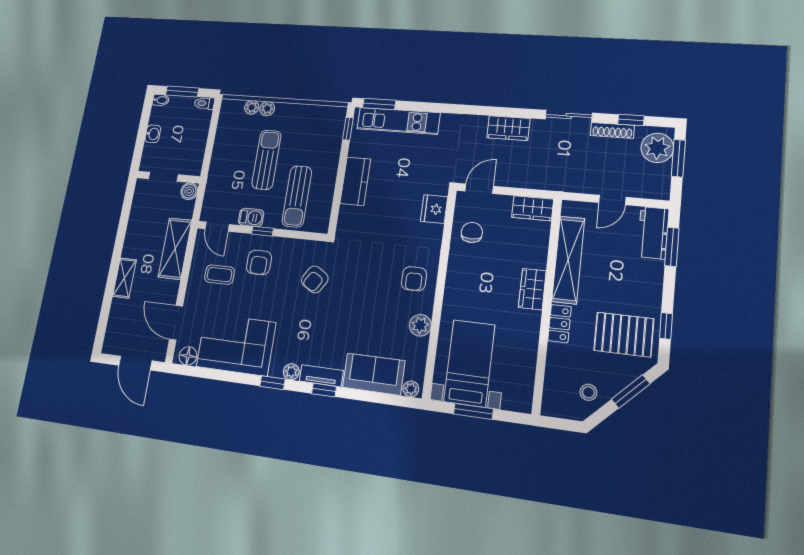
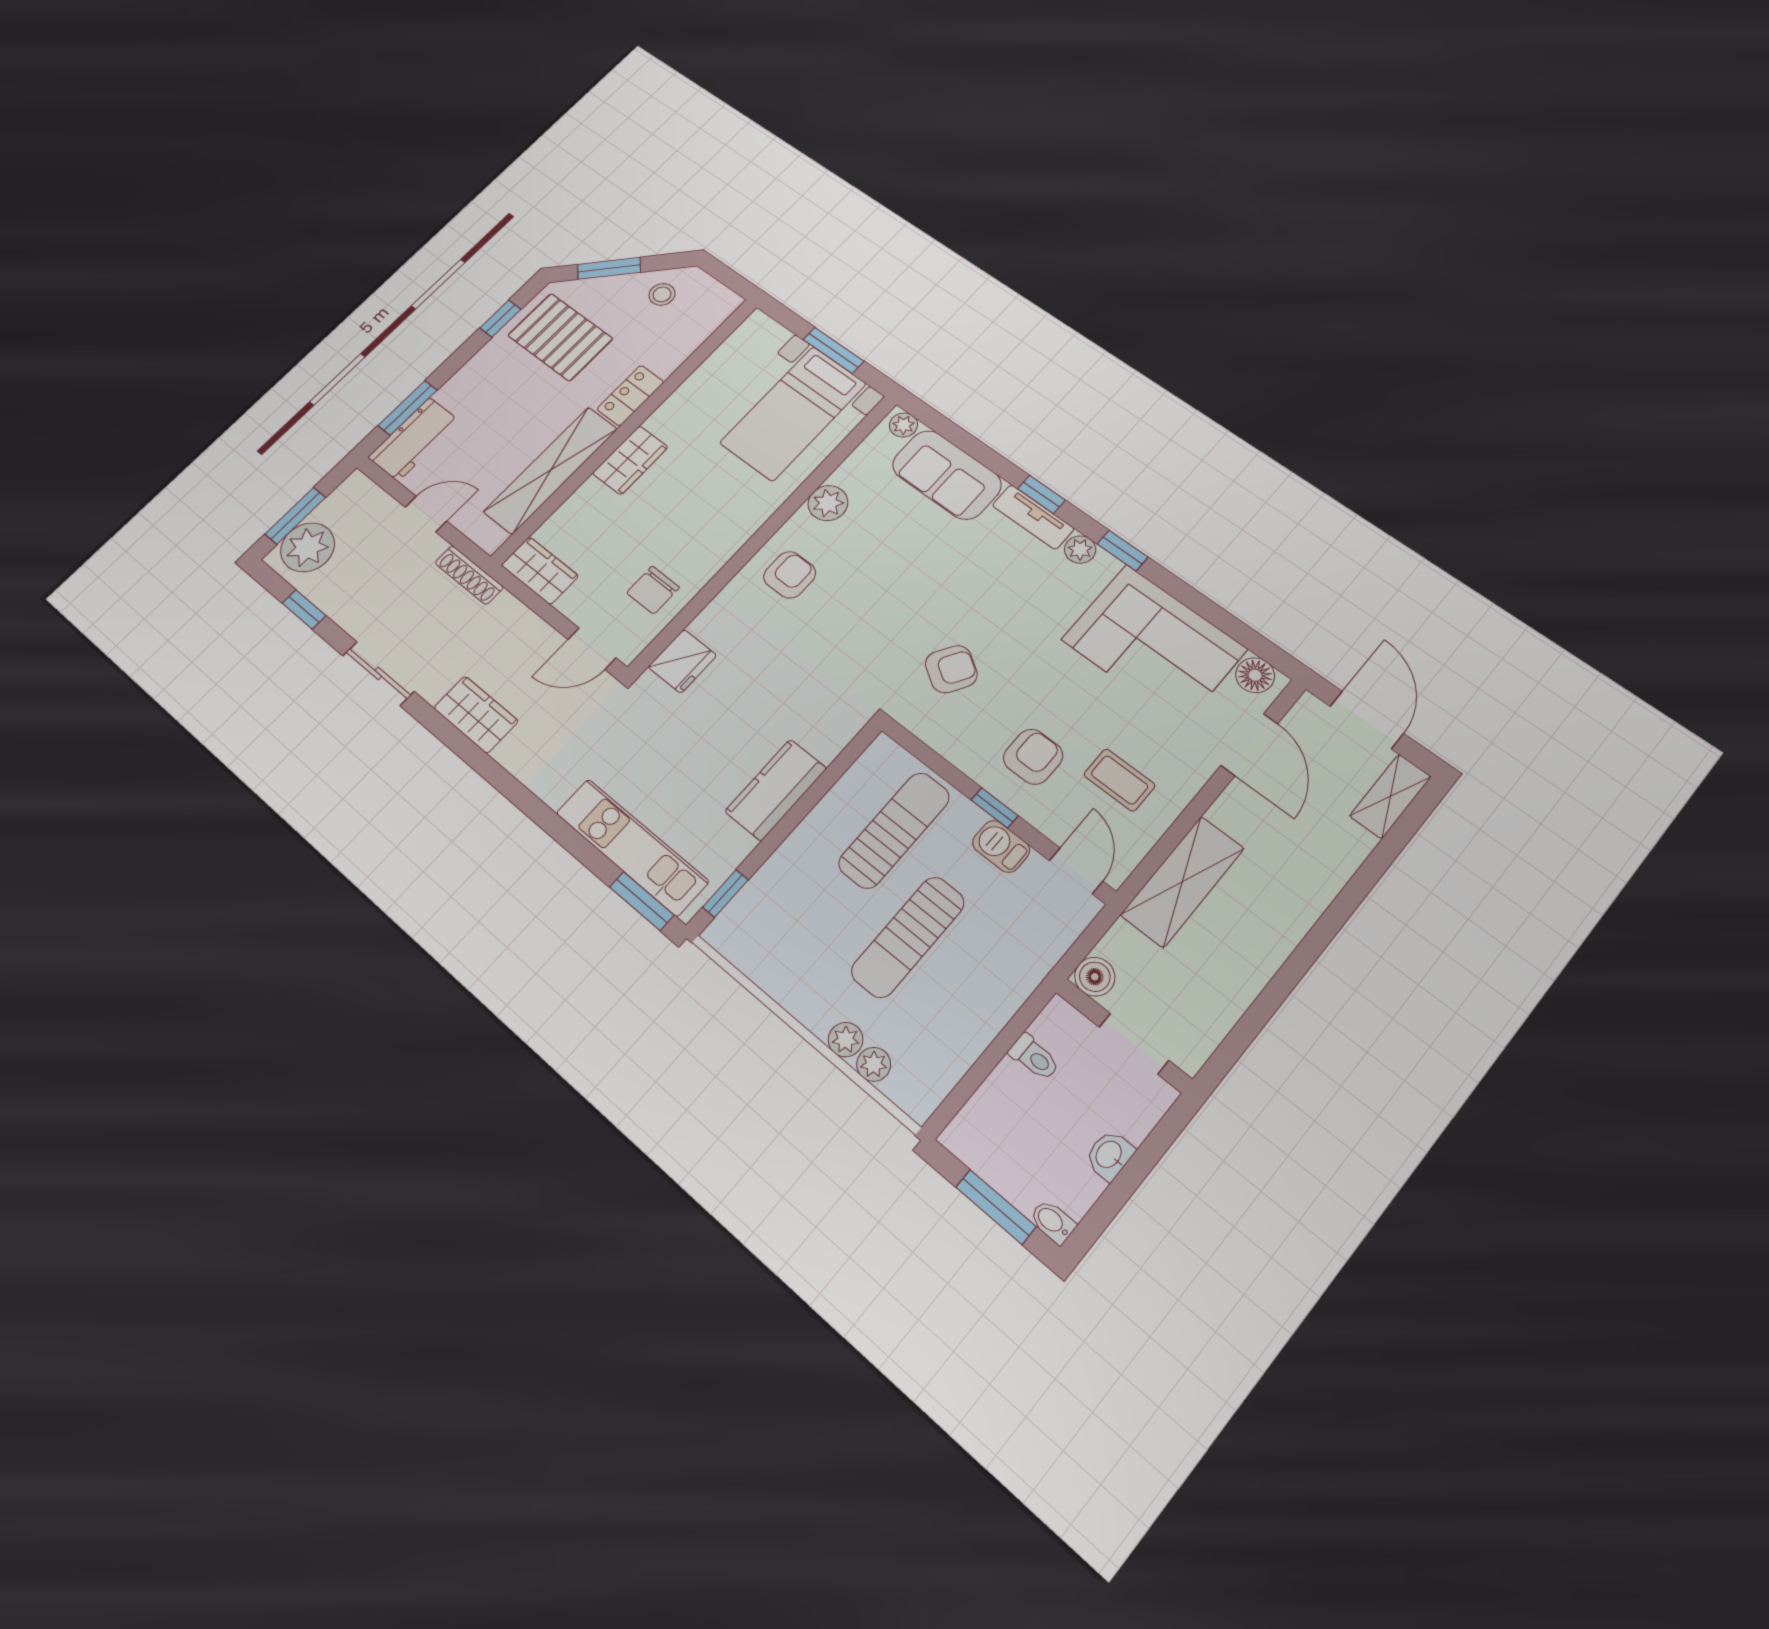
toilet: (204, 103) -> (1034, 1057), moved
shoe rack: (612, 130) -> (469, 575), moved, turned 180
shelving: (124, 278) -> (1390, 796), moved

